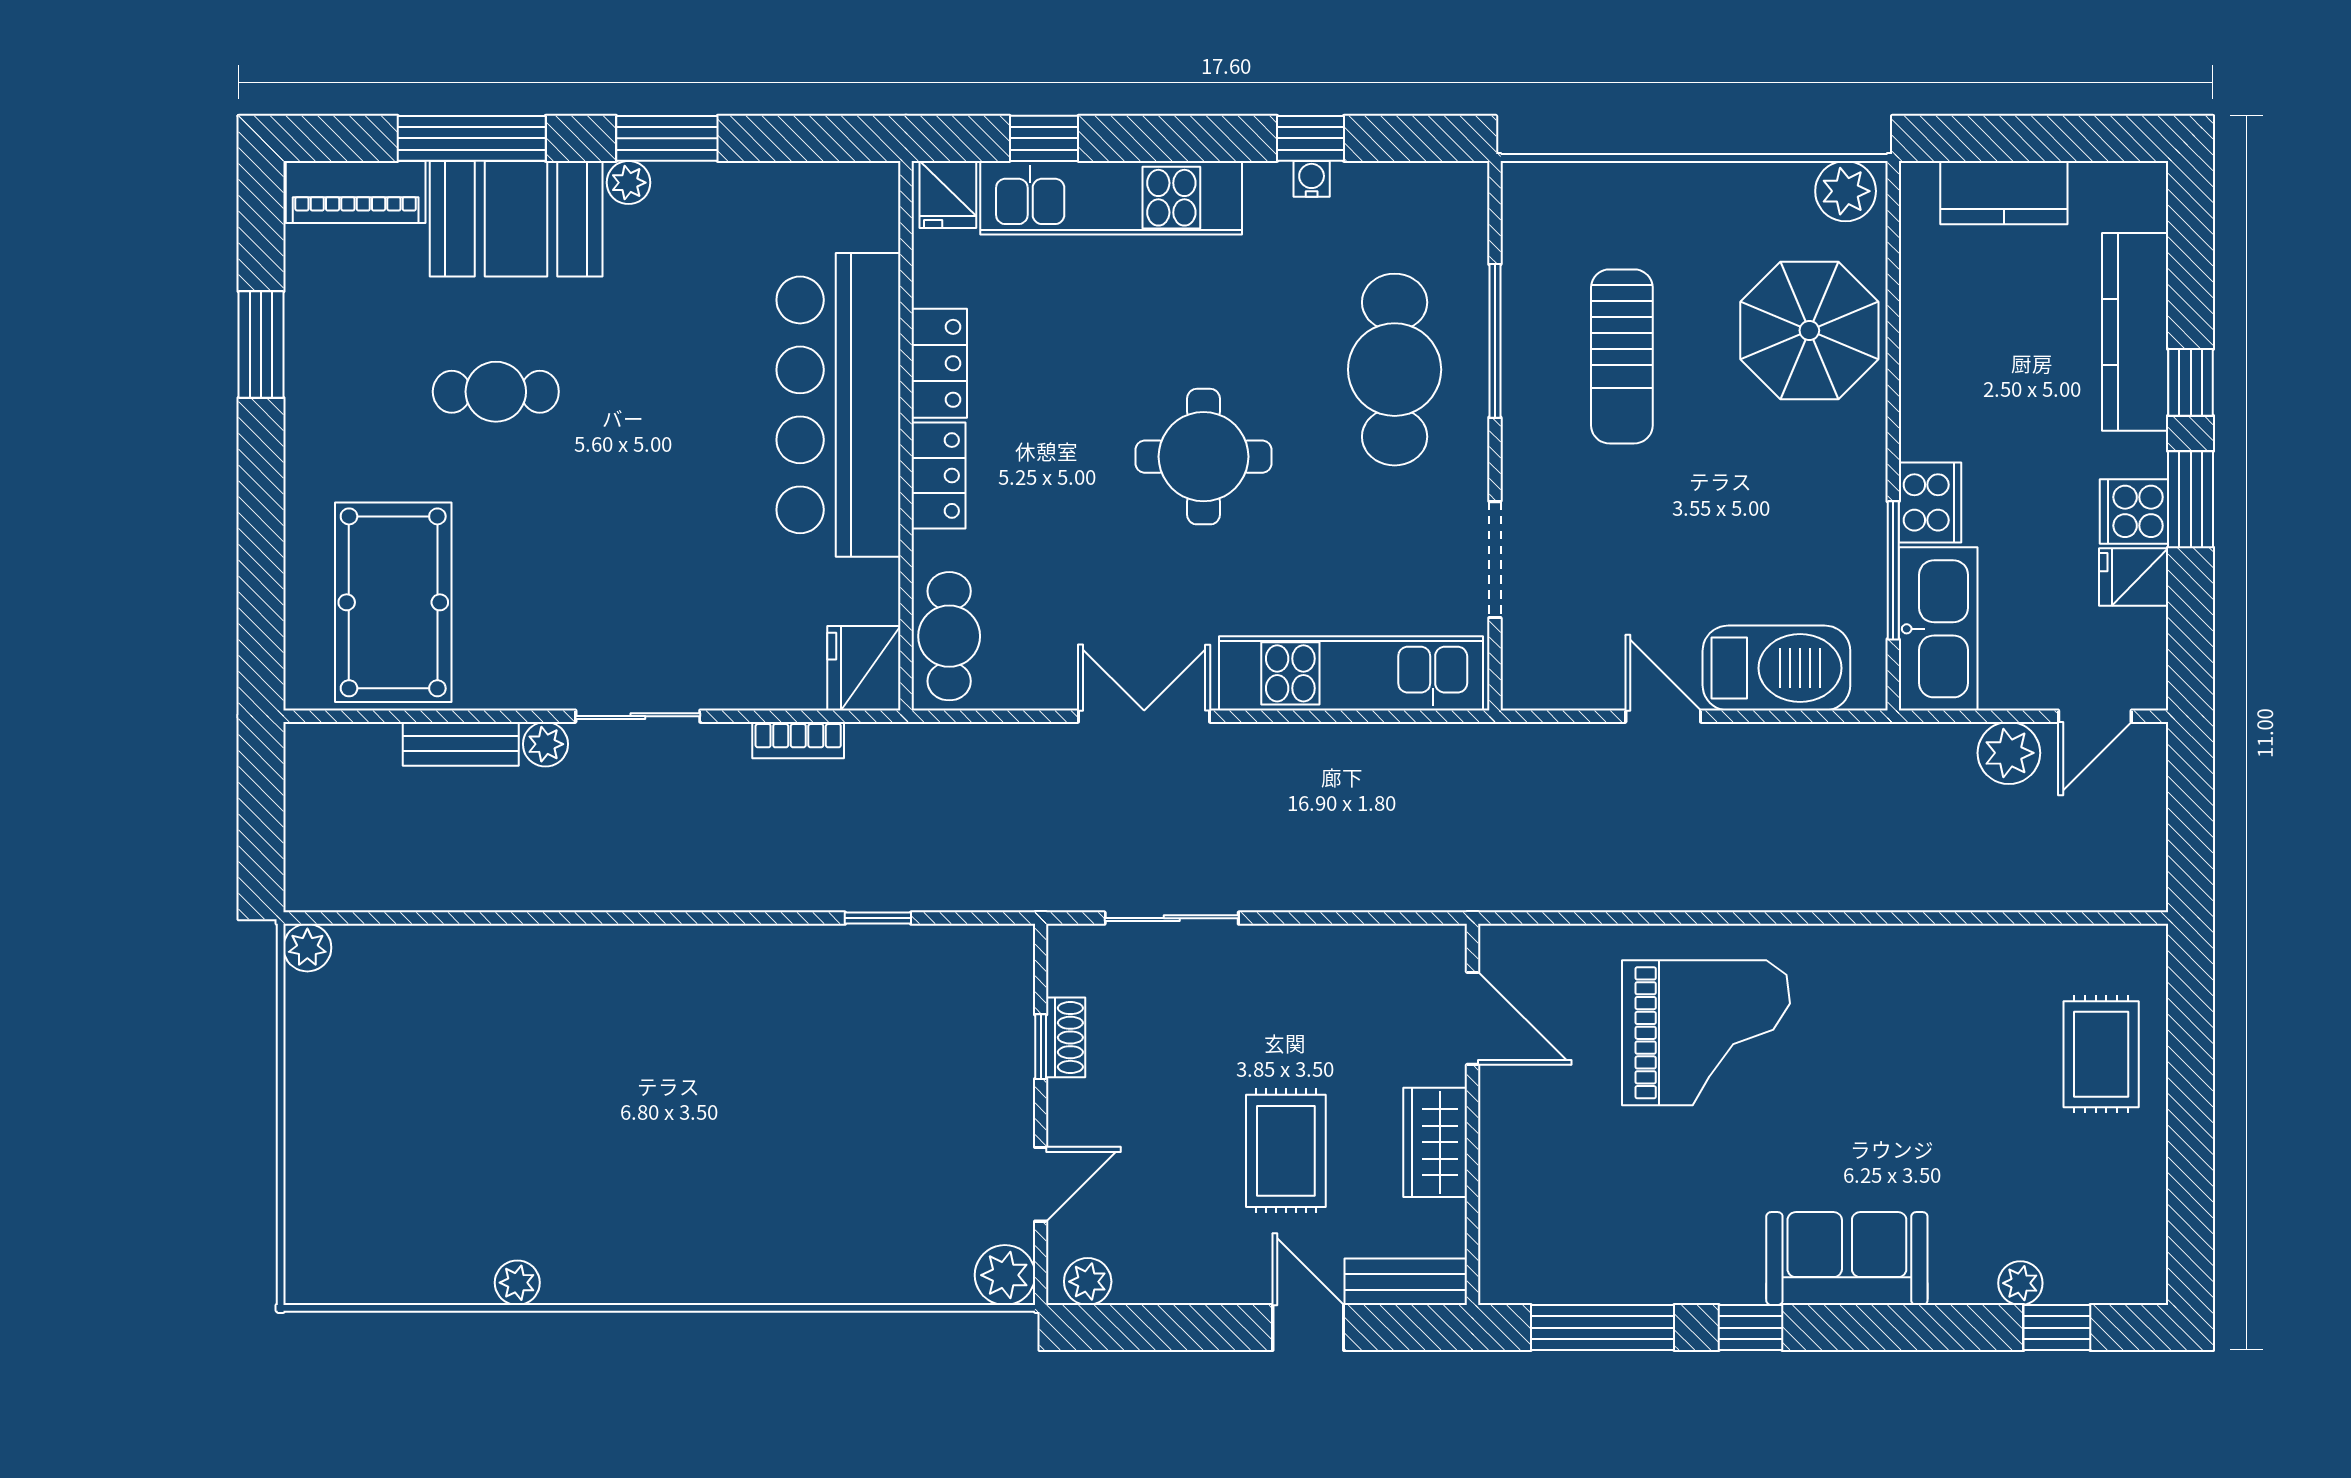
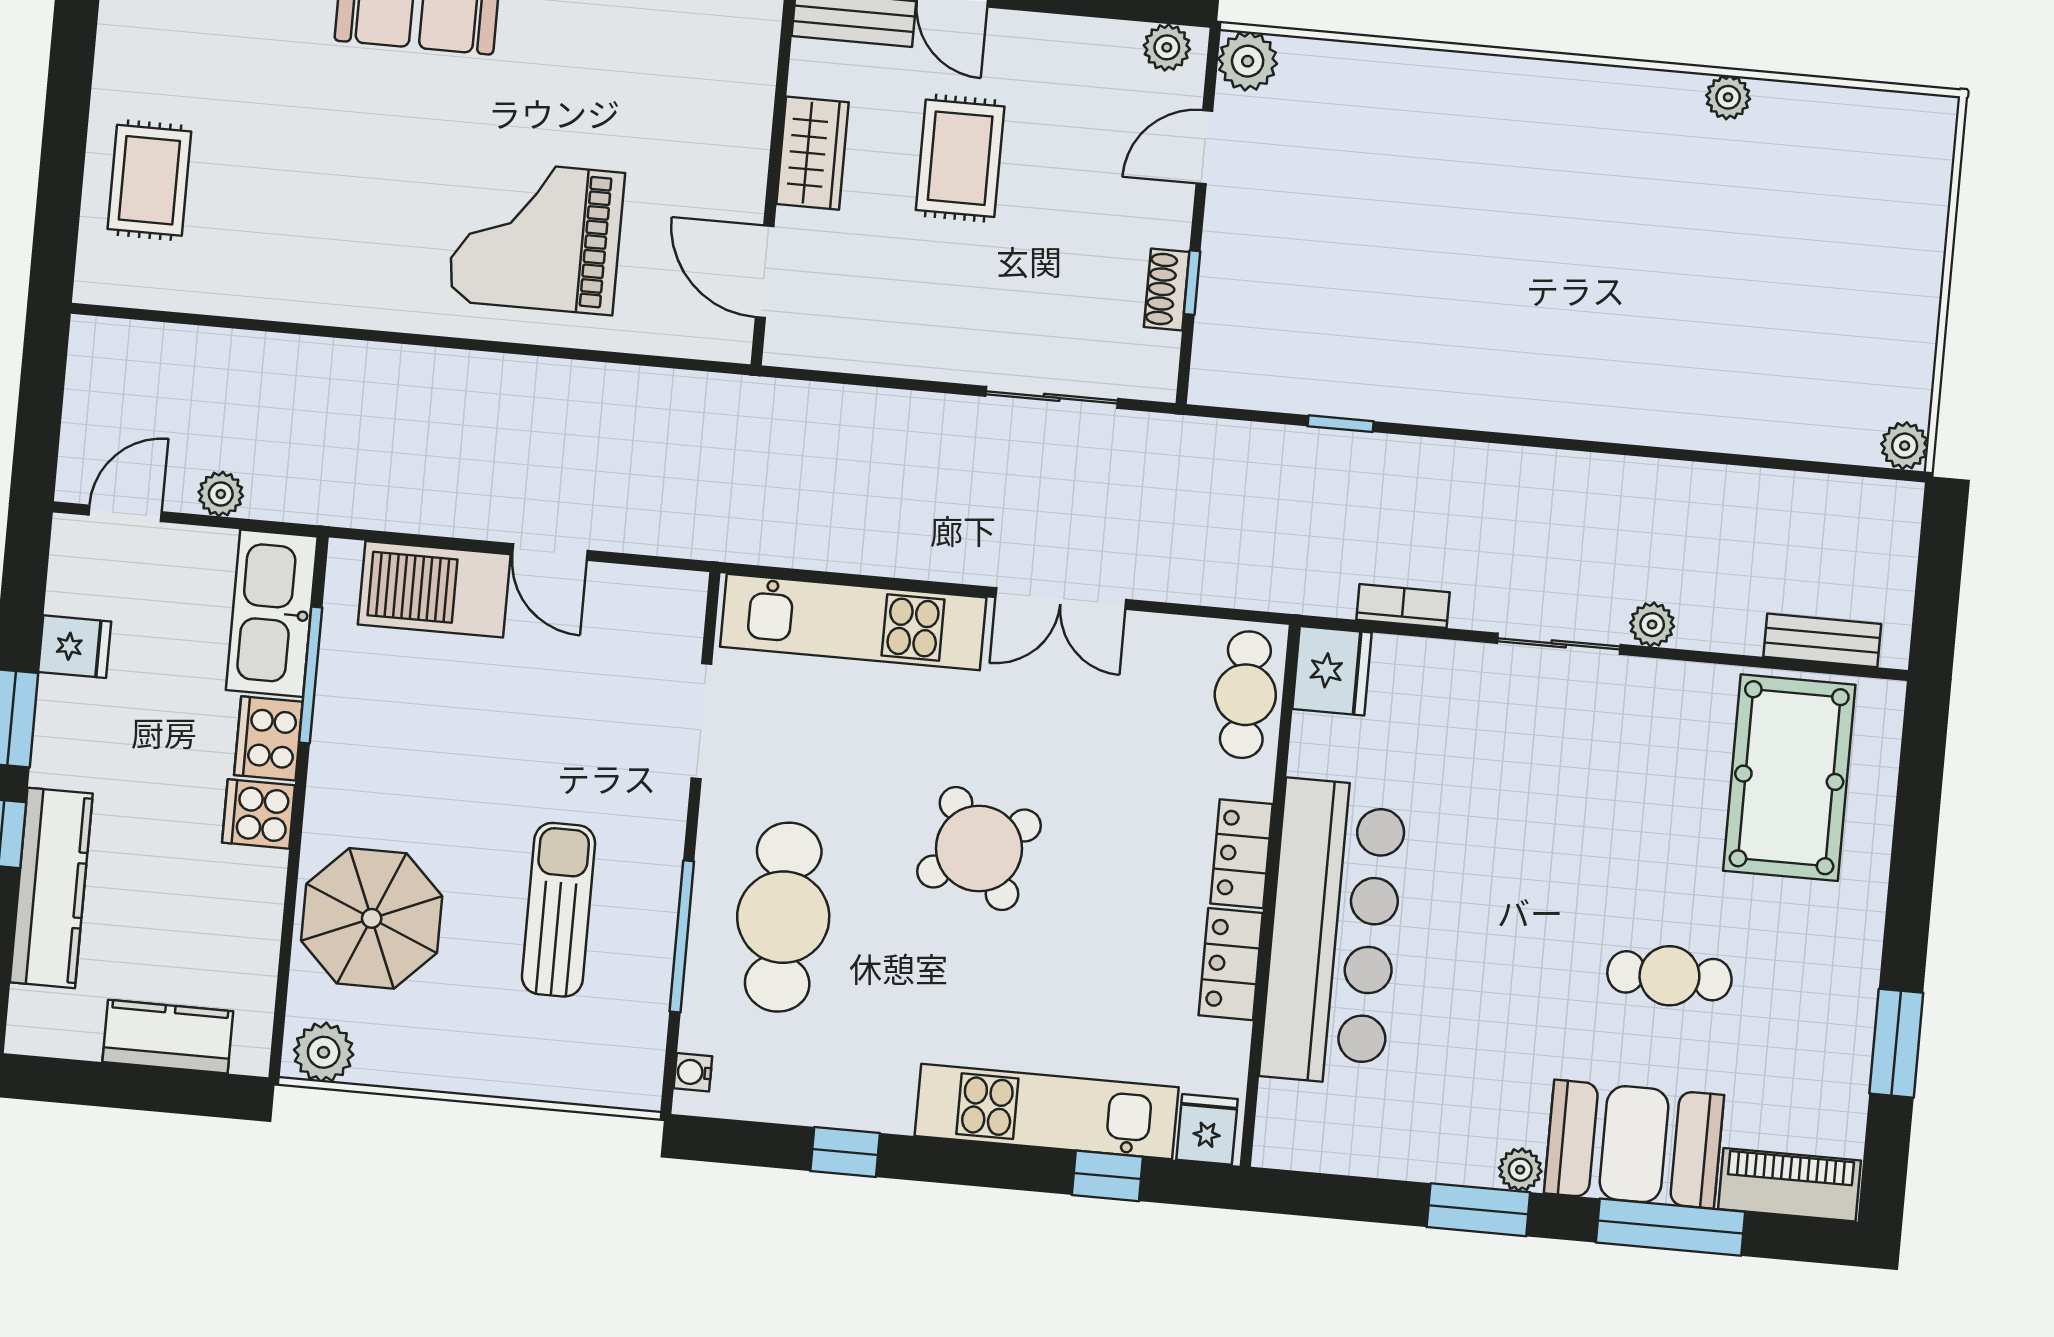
water cooler: (1312, 179) -> (693, 1072), moved, turned 90
round table: (1203, 457) -> (979, 849), turned -32
cooker: (2134, 511) -> (259, 814), moved, turned 180
bench: (461, 744) -> (1822, 640), moved
plant: (2009, 753) -> (221, 494), width x0.73, depth x0.73

